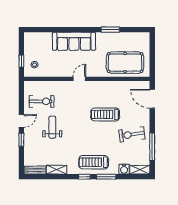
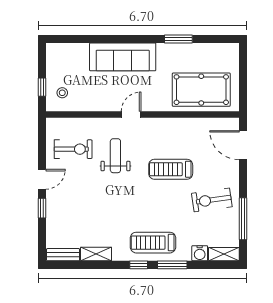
weight bench: (52, 127) -> (115, 156), moved

